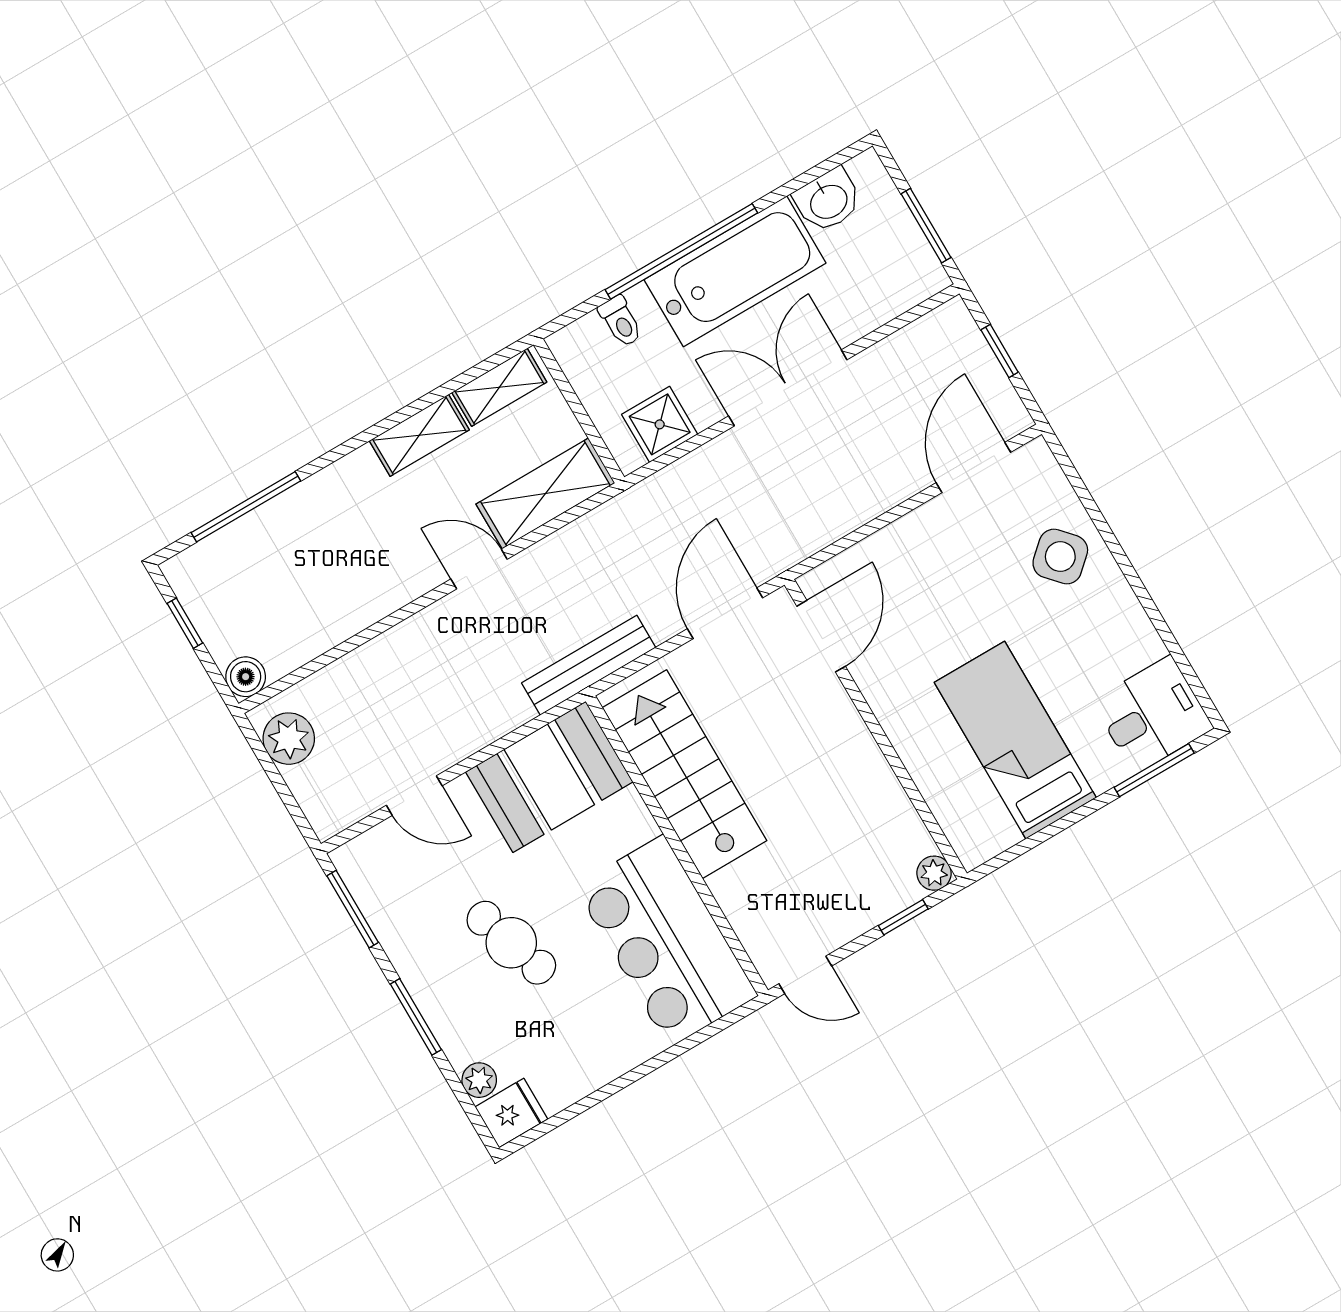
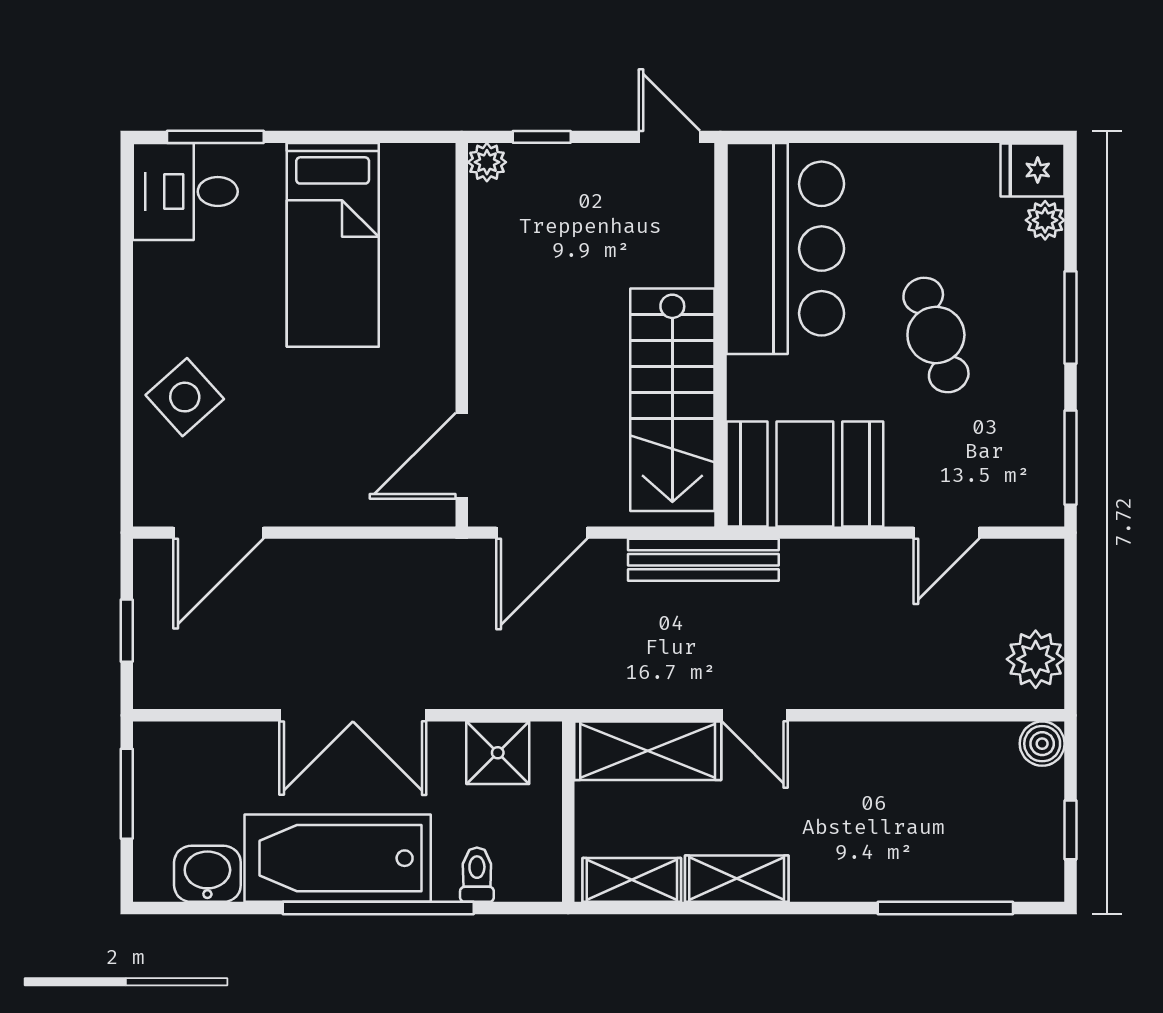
door: (414, 796) -> (946, 533), swing flipped

